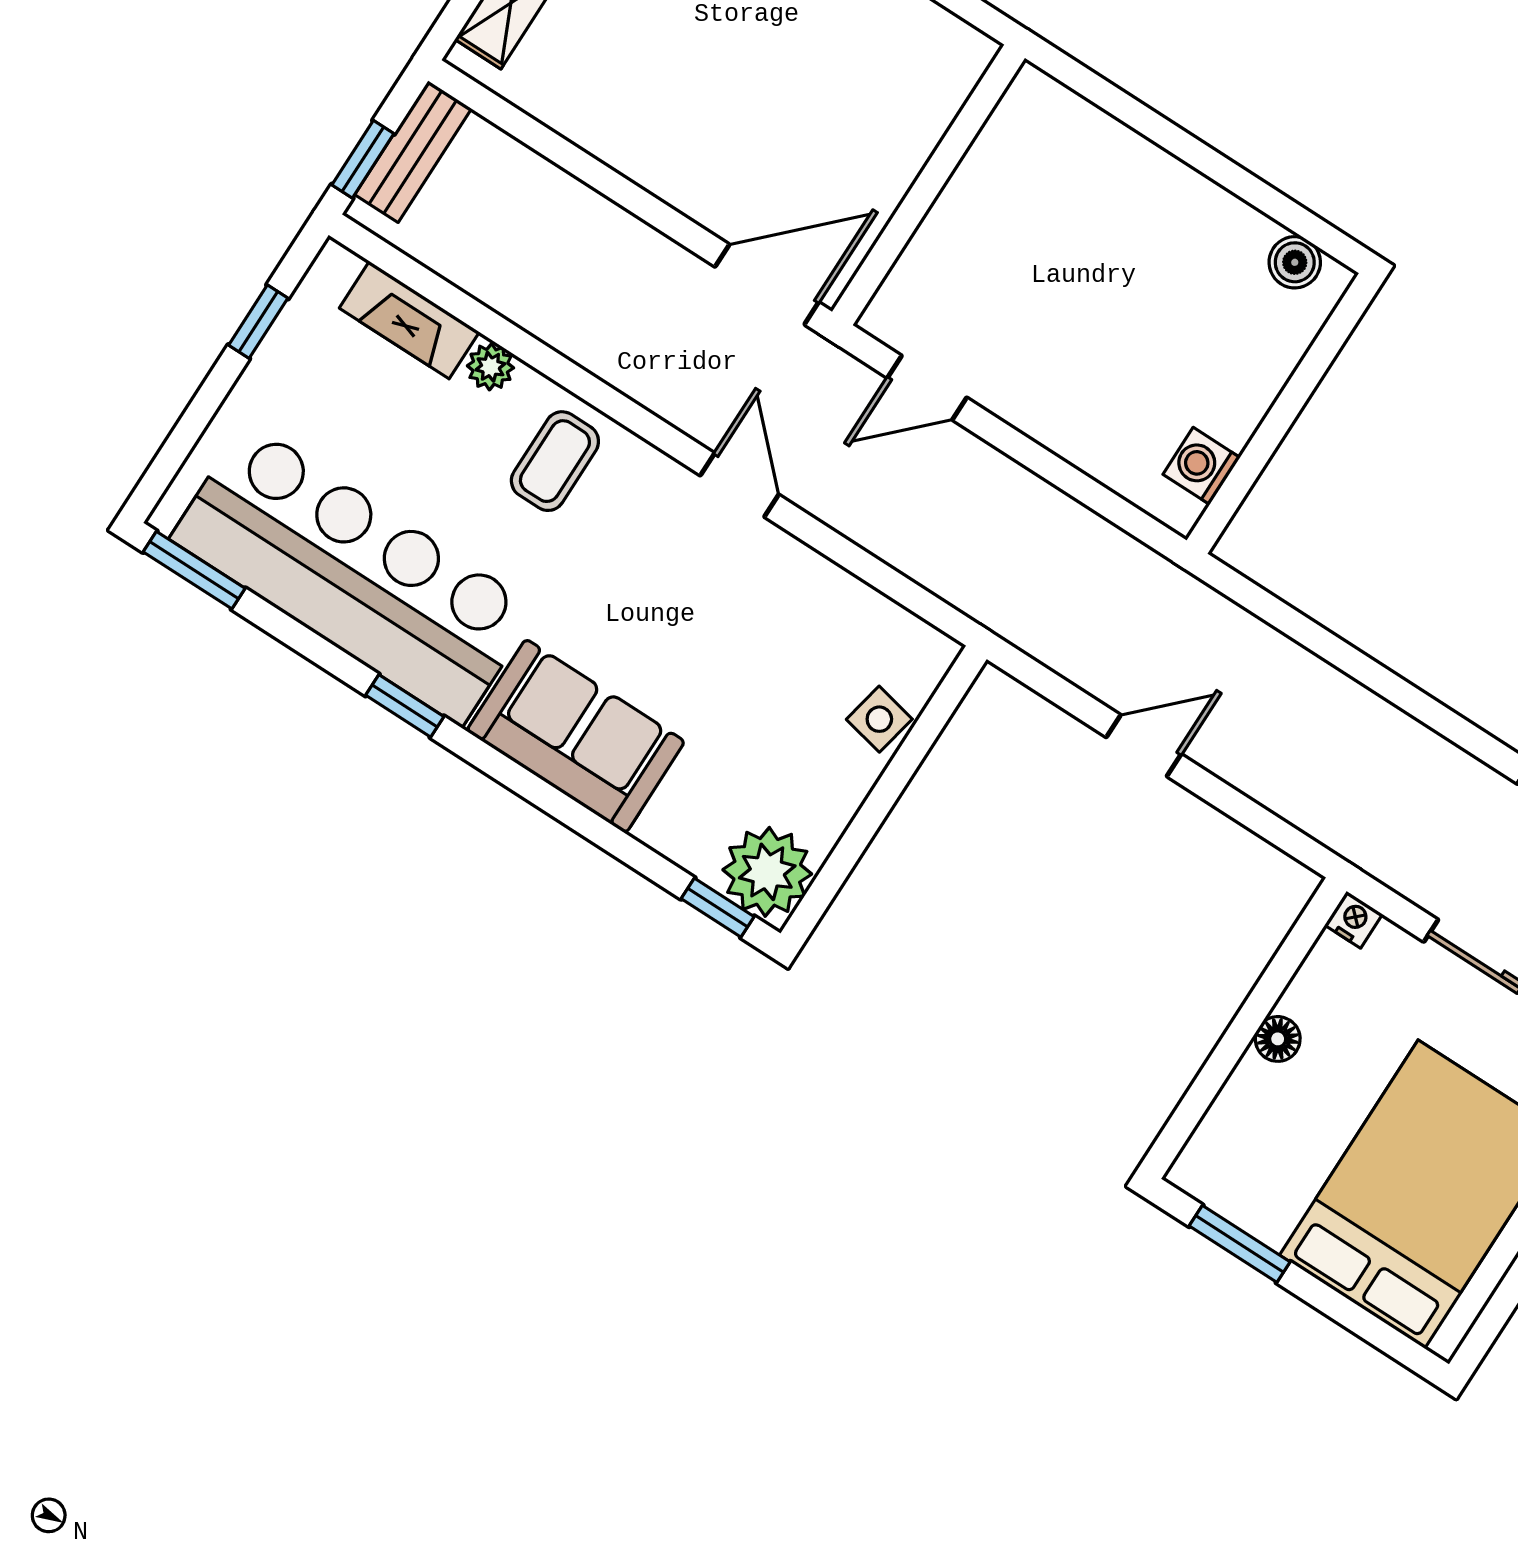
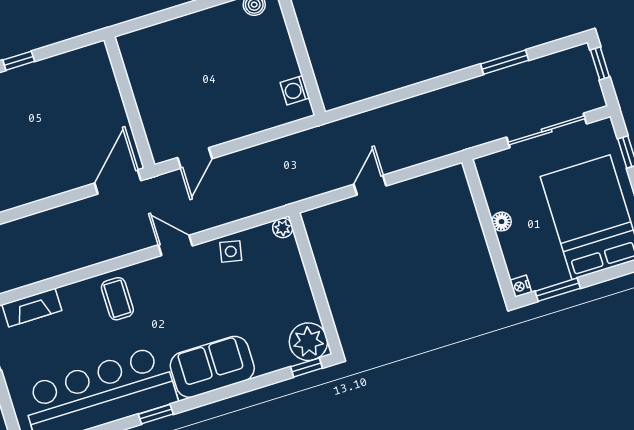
plant: (490, 367) -> (283, 228), moved
side table: (879, 719) -> (231, 251), moved
nightstand: (1354, 920) -> (521, 286), moved, turned -90

